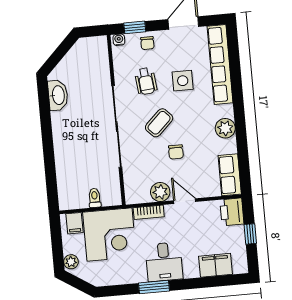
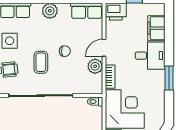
coffee table: (159, 123) -> (41, 62), turned 44
toilet: (95, 198) -> (95, 102), moved
desk: (164, 262) -> (150, 56), moved

